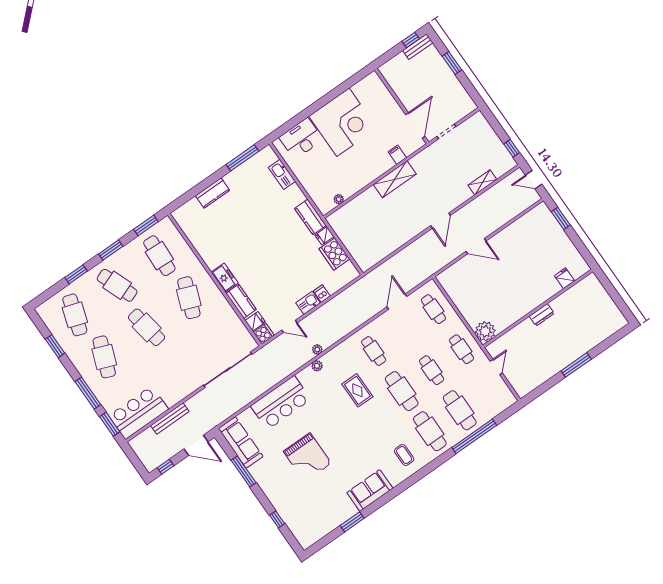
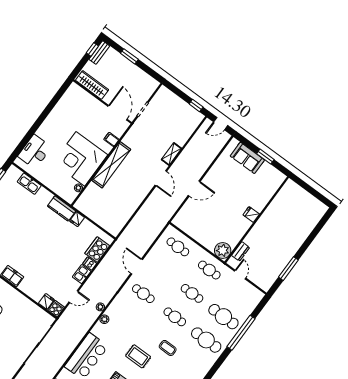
wardrobe: (396, 82) -> (92, 85), added
corner desk: (343, 122) -> (80, 159), moved, turned 180
shelving: (395, 179) -> (111, 165), width x1.47
shelving: (482, 182) -> (171, 154), moved
window: (561, 218) -> (265, 157), moved
sofa: (552, 231) -> (247, 158), added
cooker: (334, 254) -> (97, 250), moved, turned 90
fridge: (565, 278) -> (251, 214), moved
kitchen counter: (241, 301) -> (31, 290), removed
door: (397, 302) -> (137, 266), moved
dresser: (542, 315) -> (241, 251), moved
window: (576, 365) -> (288, 269), moved
rug: (357, 390) -> (138, 356), moved
cafe table: (402, 391) -> (175, 317), width x0.73, depth x0.74
coffee table: (404, 455) -> (168, 348), moved

